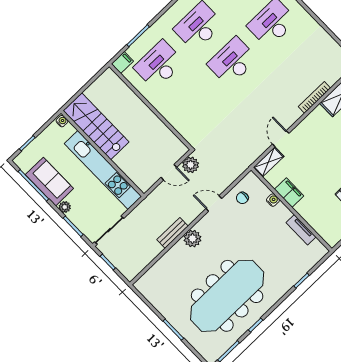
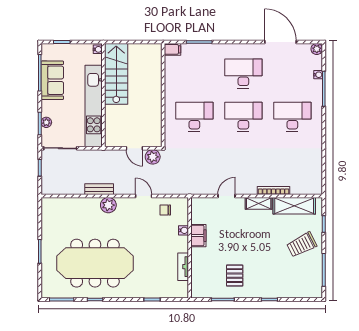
desk: (159, 65) -> (194, 117), moved
shelving: (269, 162) -> (259, 203), moved
plant: (65, 207) -> (46, 122), moved

